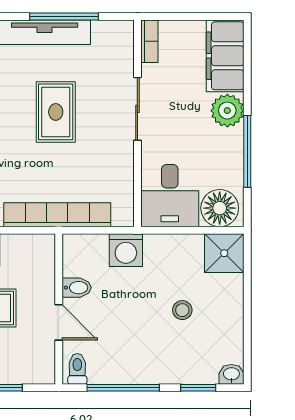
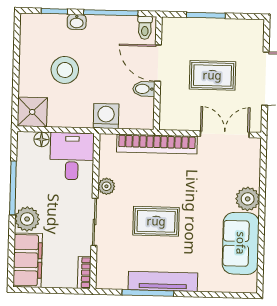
rug: (56, 112) -> (156, 221), turned 90
plant: (123, 157) -> (106, 186), added
floor lamp: (220, 208) -> (42, 139), width x0.53, depth x0.53
stool: (182, 310) -> (65, 70), width x1.89, depth x1.89
door: (59, 322) -> (158, 63), width x1.37
washbasin: (231, 374) -> (77, 22), moved

